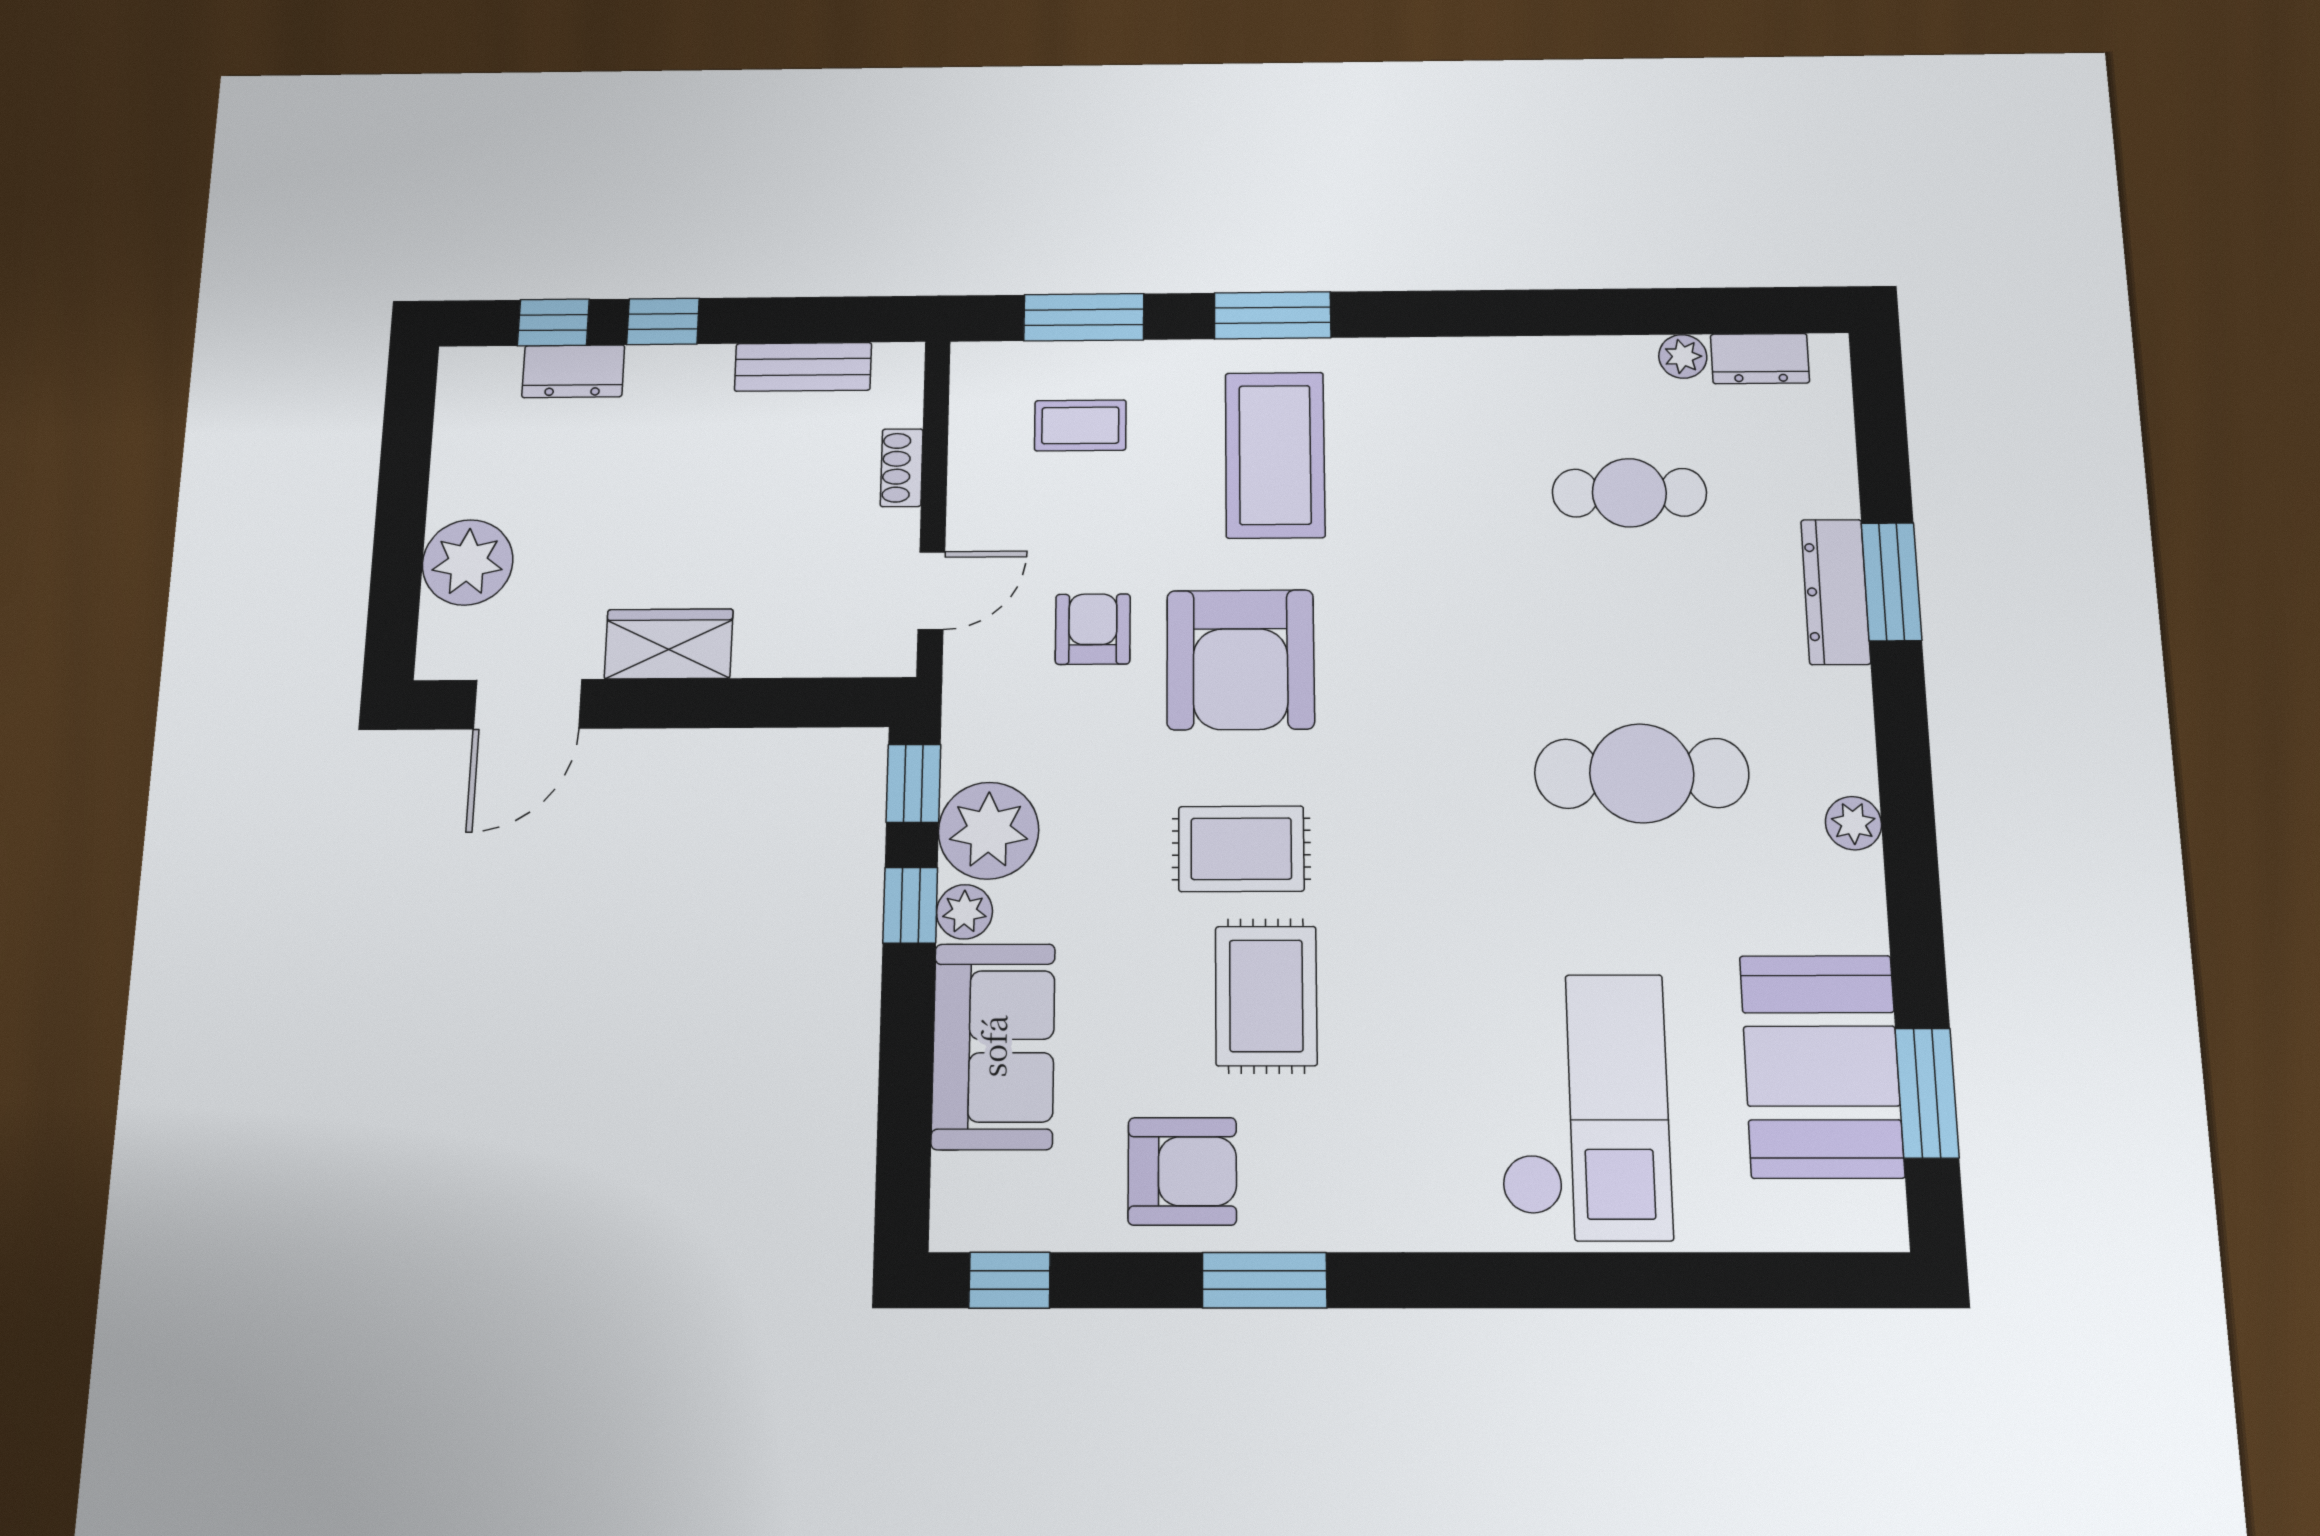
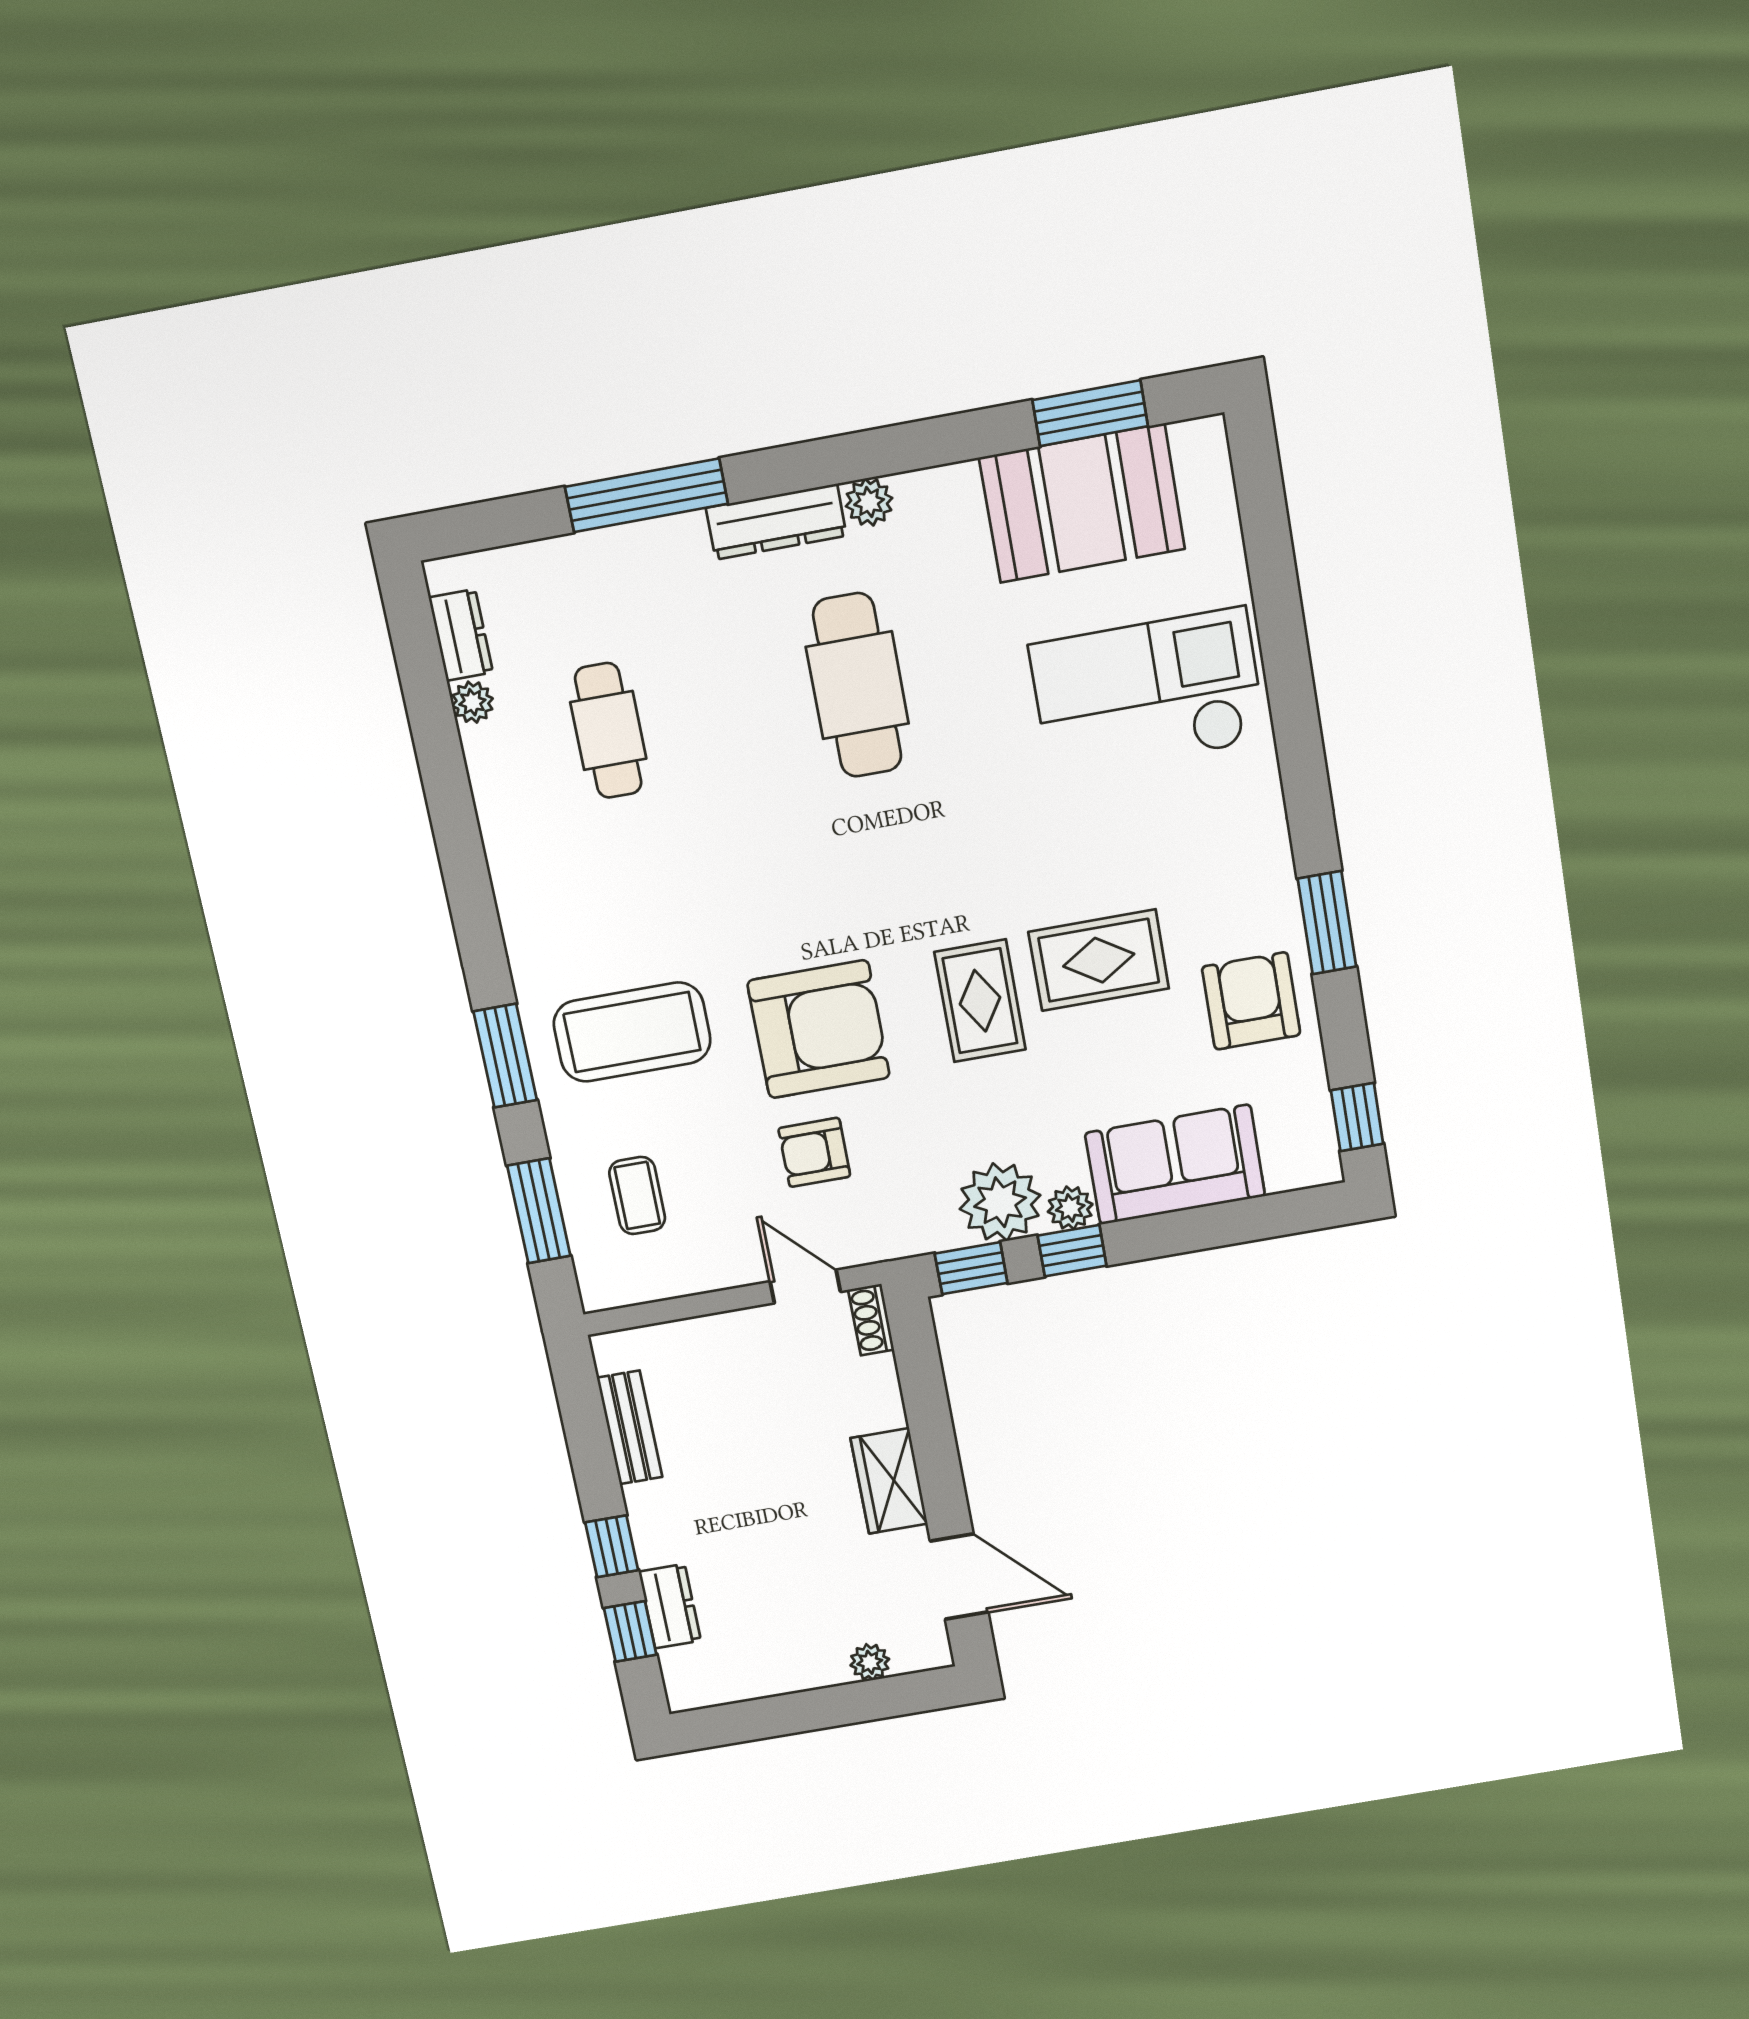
shoe rack: (902, 468) -> (871, 1320), moved, turned 90
plant: (468, 562) -> (870, 1662), width x0.53, depth x0.53
window: (1891, 582) -> (646, 495), width x1.44
dresser: (1836, 592) -> (776, 522), moved

